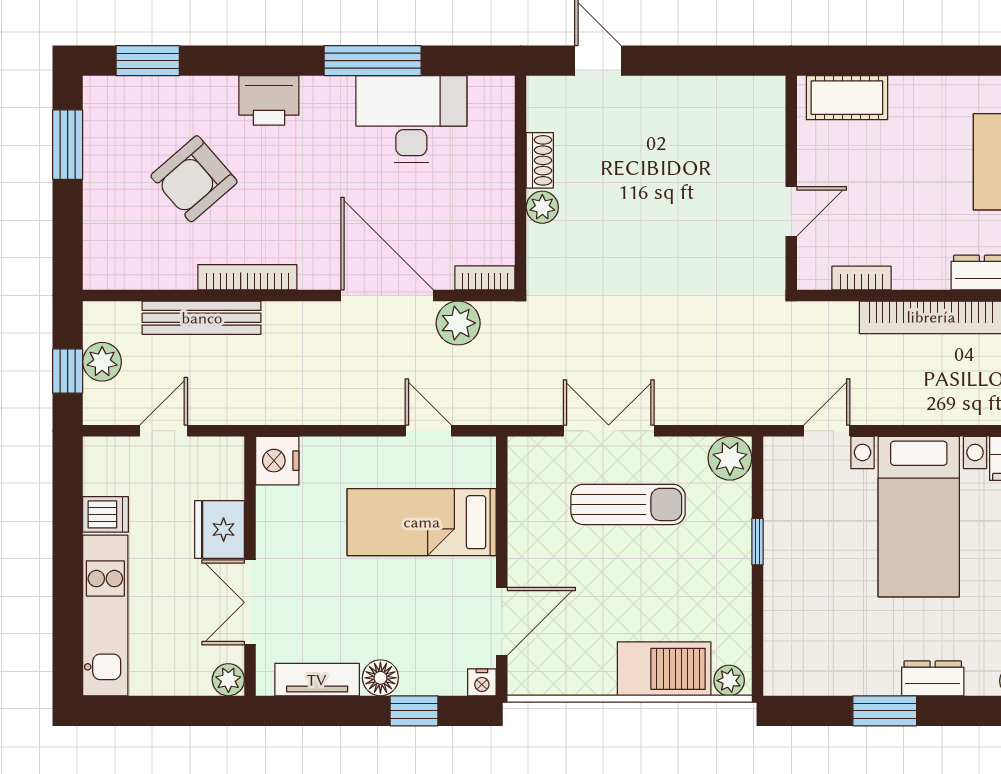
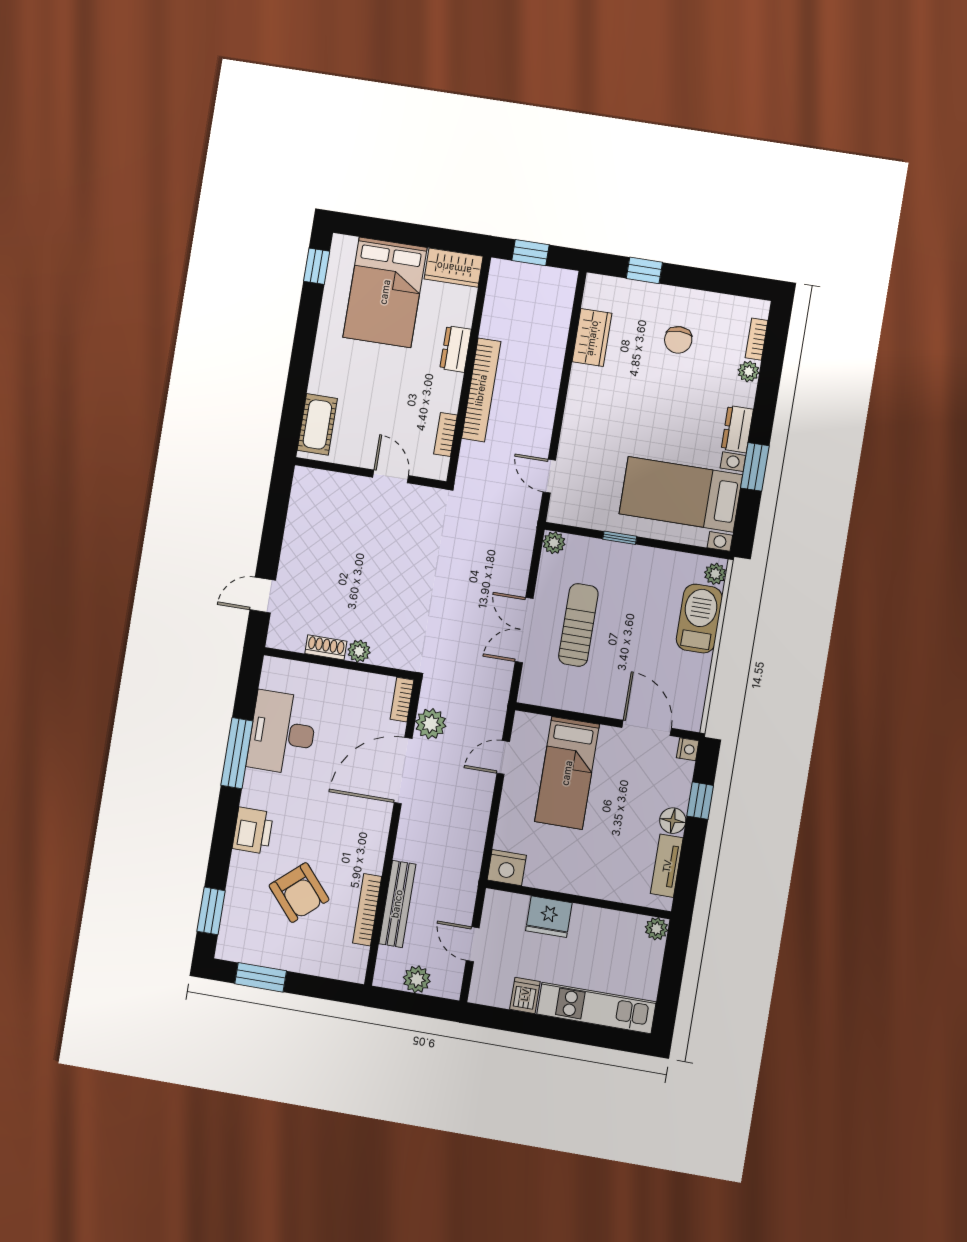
bookcase: (247, 277) -> (367, 910), moved
window: (68, 371) -> (419, 1005), removed
plant: (730, 458) -> (554, 543), width x0.73, depth x0.73
bed with nightstands: (919, 517) -> (681, 494), moved, turned 180
double door: (250, 602) -> (604, 904), removed

